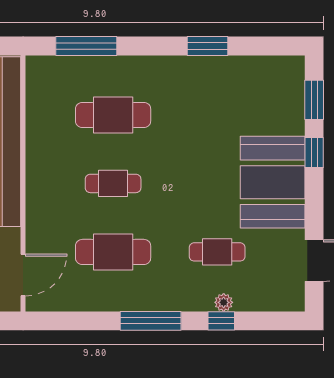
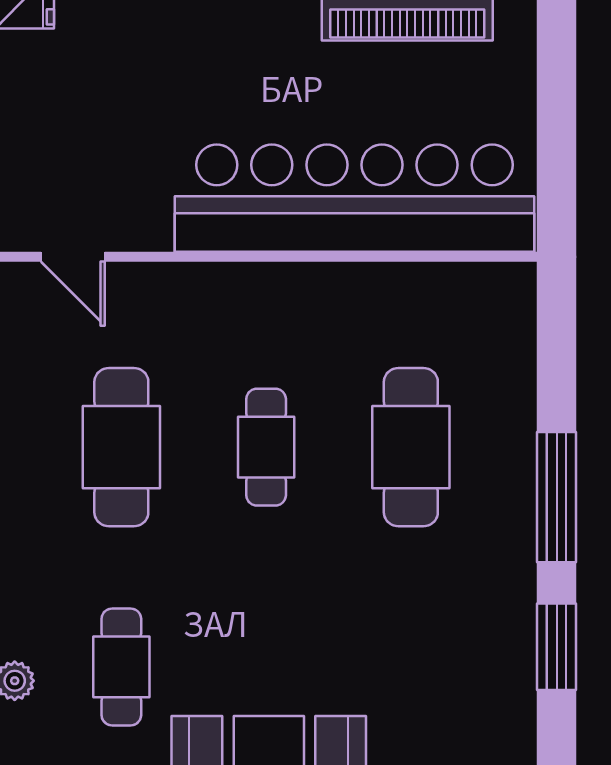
window: (86, 46) -> (557, 497), moved
door: (23, 275) -> (73, 257), width x0.73

